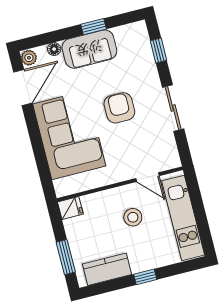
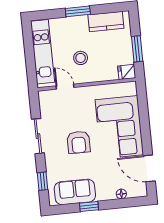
sofa: (89, 49) -> (75, 192), moved
plant: (29, 58) -> (141, 190), removed
door: (23, 88) -> (149, 168), hinge flipped
window: (66, 257) -> (137, 49), moved
window: (145, 277) -> (78, 11), width x1.50

